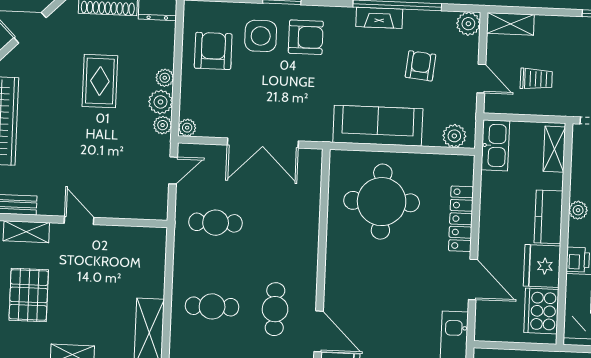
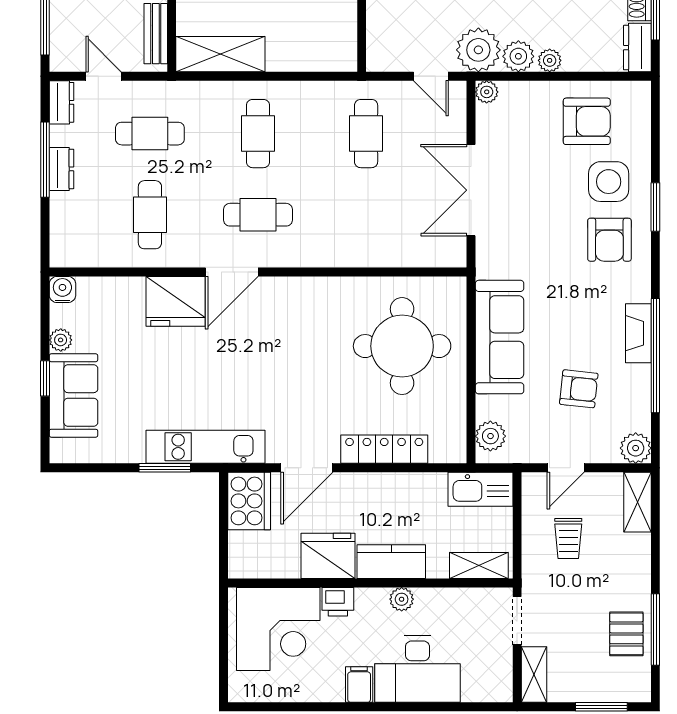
plant: (163, 125) -> (478, 50), width x1.88, depth x1.88
cooker: (541, 311) -> (249, 501), moved, turned 90

